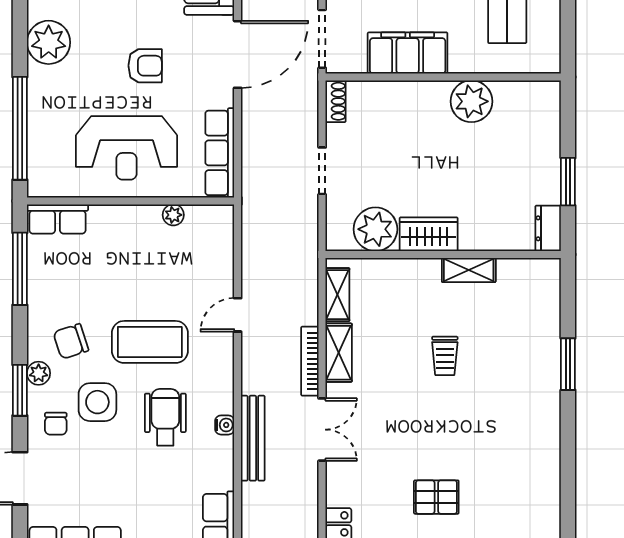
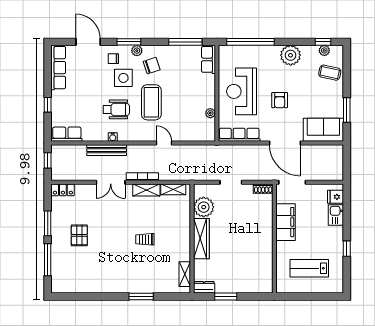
plant: (471, 101) -> (263, 252), removed
wardrobe: (429, 234) -> (201, 239), width x1.50
shelving: (469, 270) -> (185, 274), moved
chair: (71, 341) -> (152, 66), turned 90

